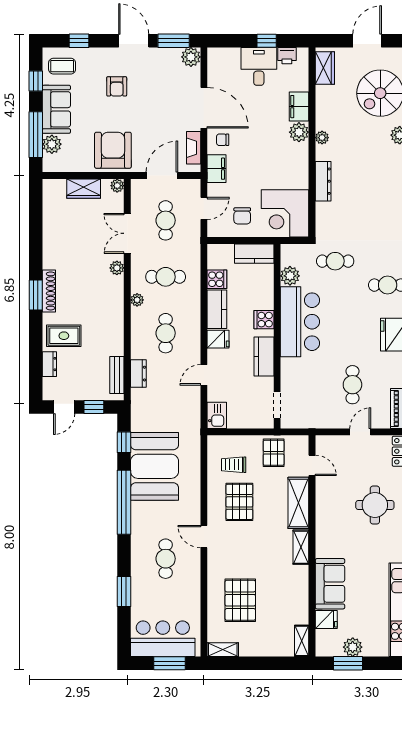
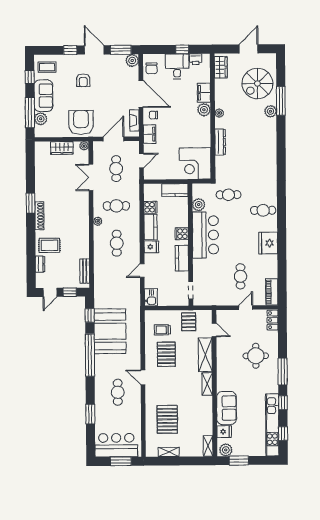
window: (79, 41) -> (70, 50), moved
chair: (242, 216) -> (152, 68), moved
plant: (117, 268) -> (84, 200), removed
window: (36, 295) -> (31, 203), moved
dresser: (138, 374) -> (99, 270), removed
plant: (353, 647) -> (226, 450), moved
shelving: (223, 650) -> (169, 452), moved

